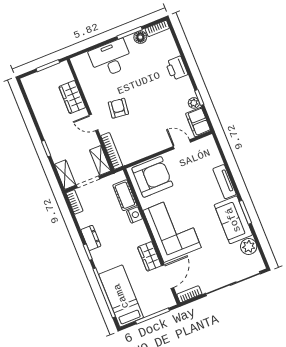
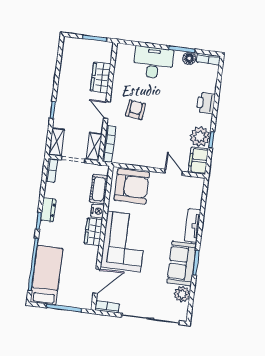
plant: (194, 103) -> (200, 137), width x1.87, depth x1.87
wardrobe: (149, 256) -> (93, 232), moved

